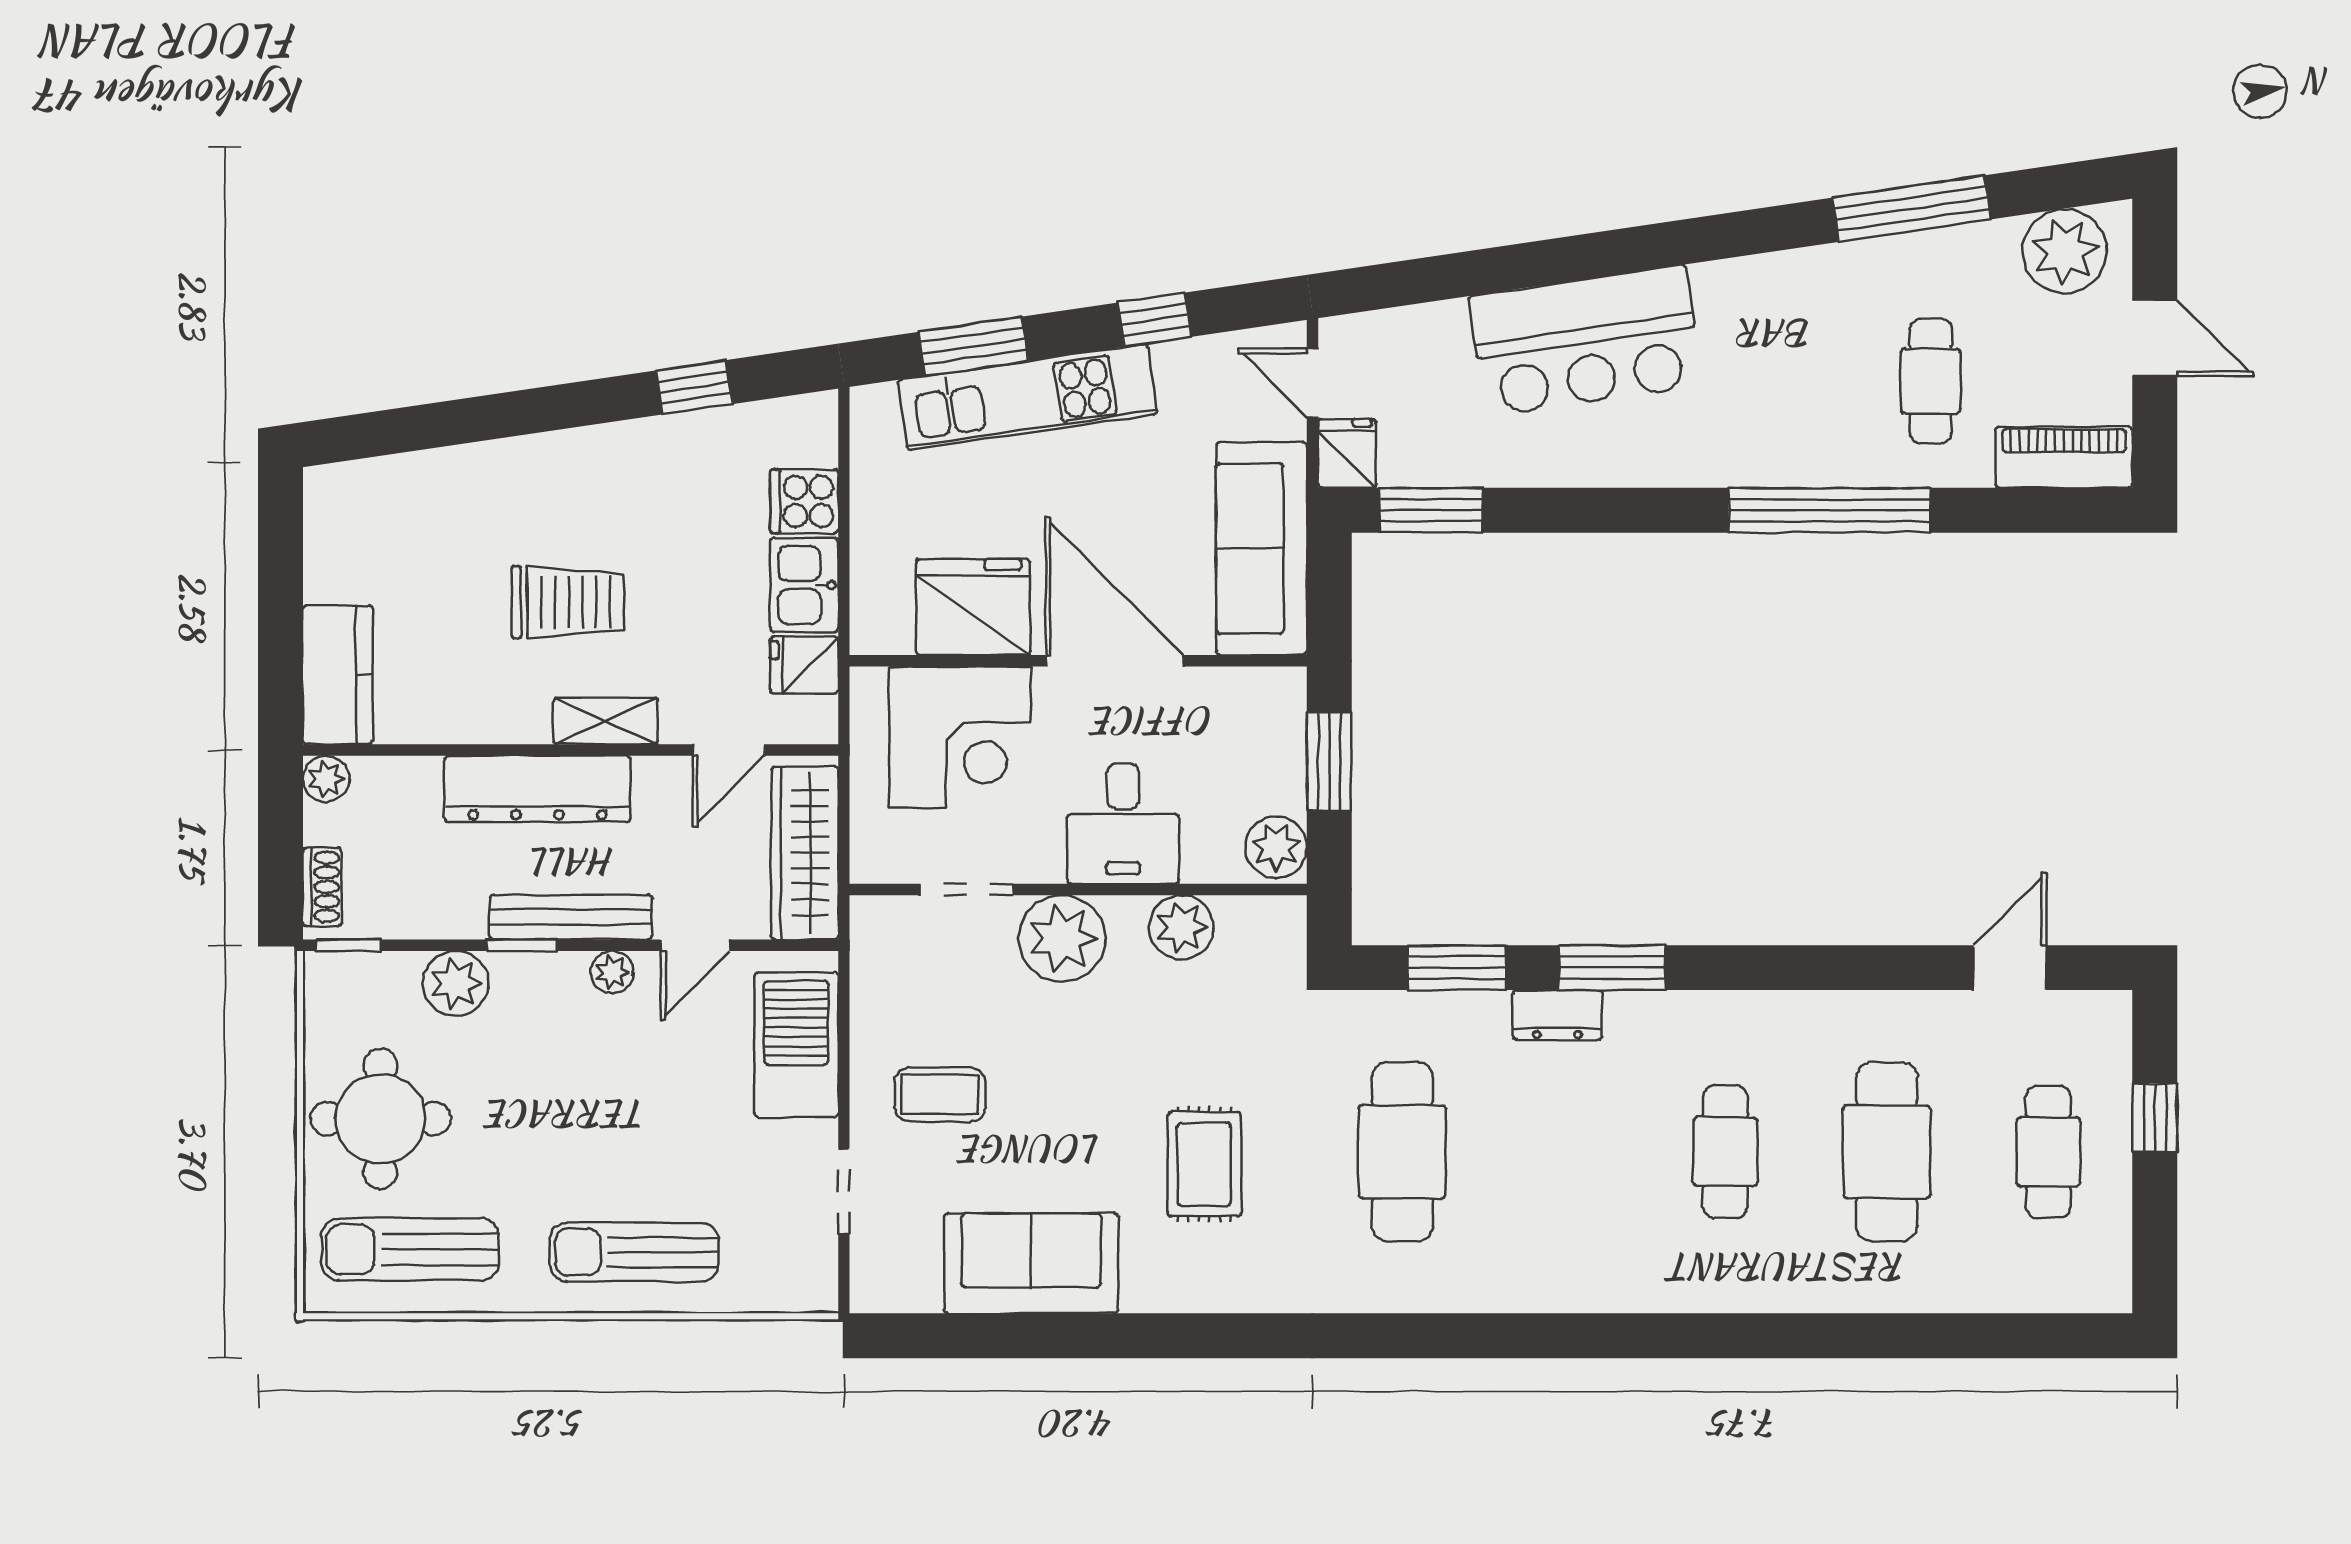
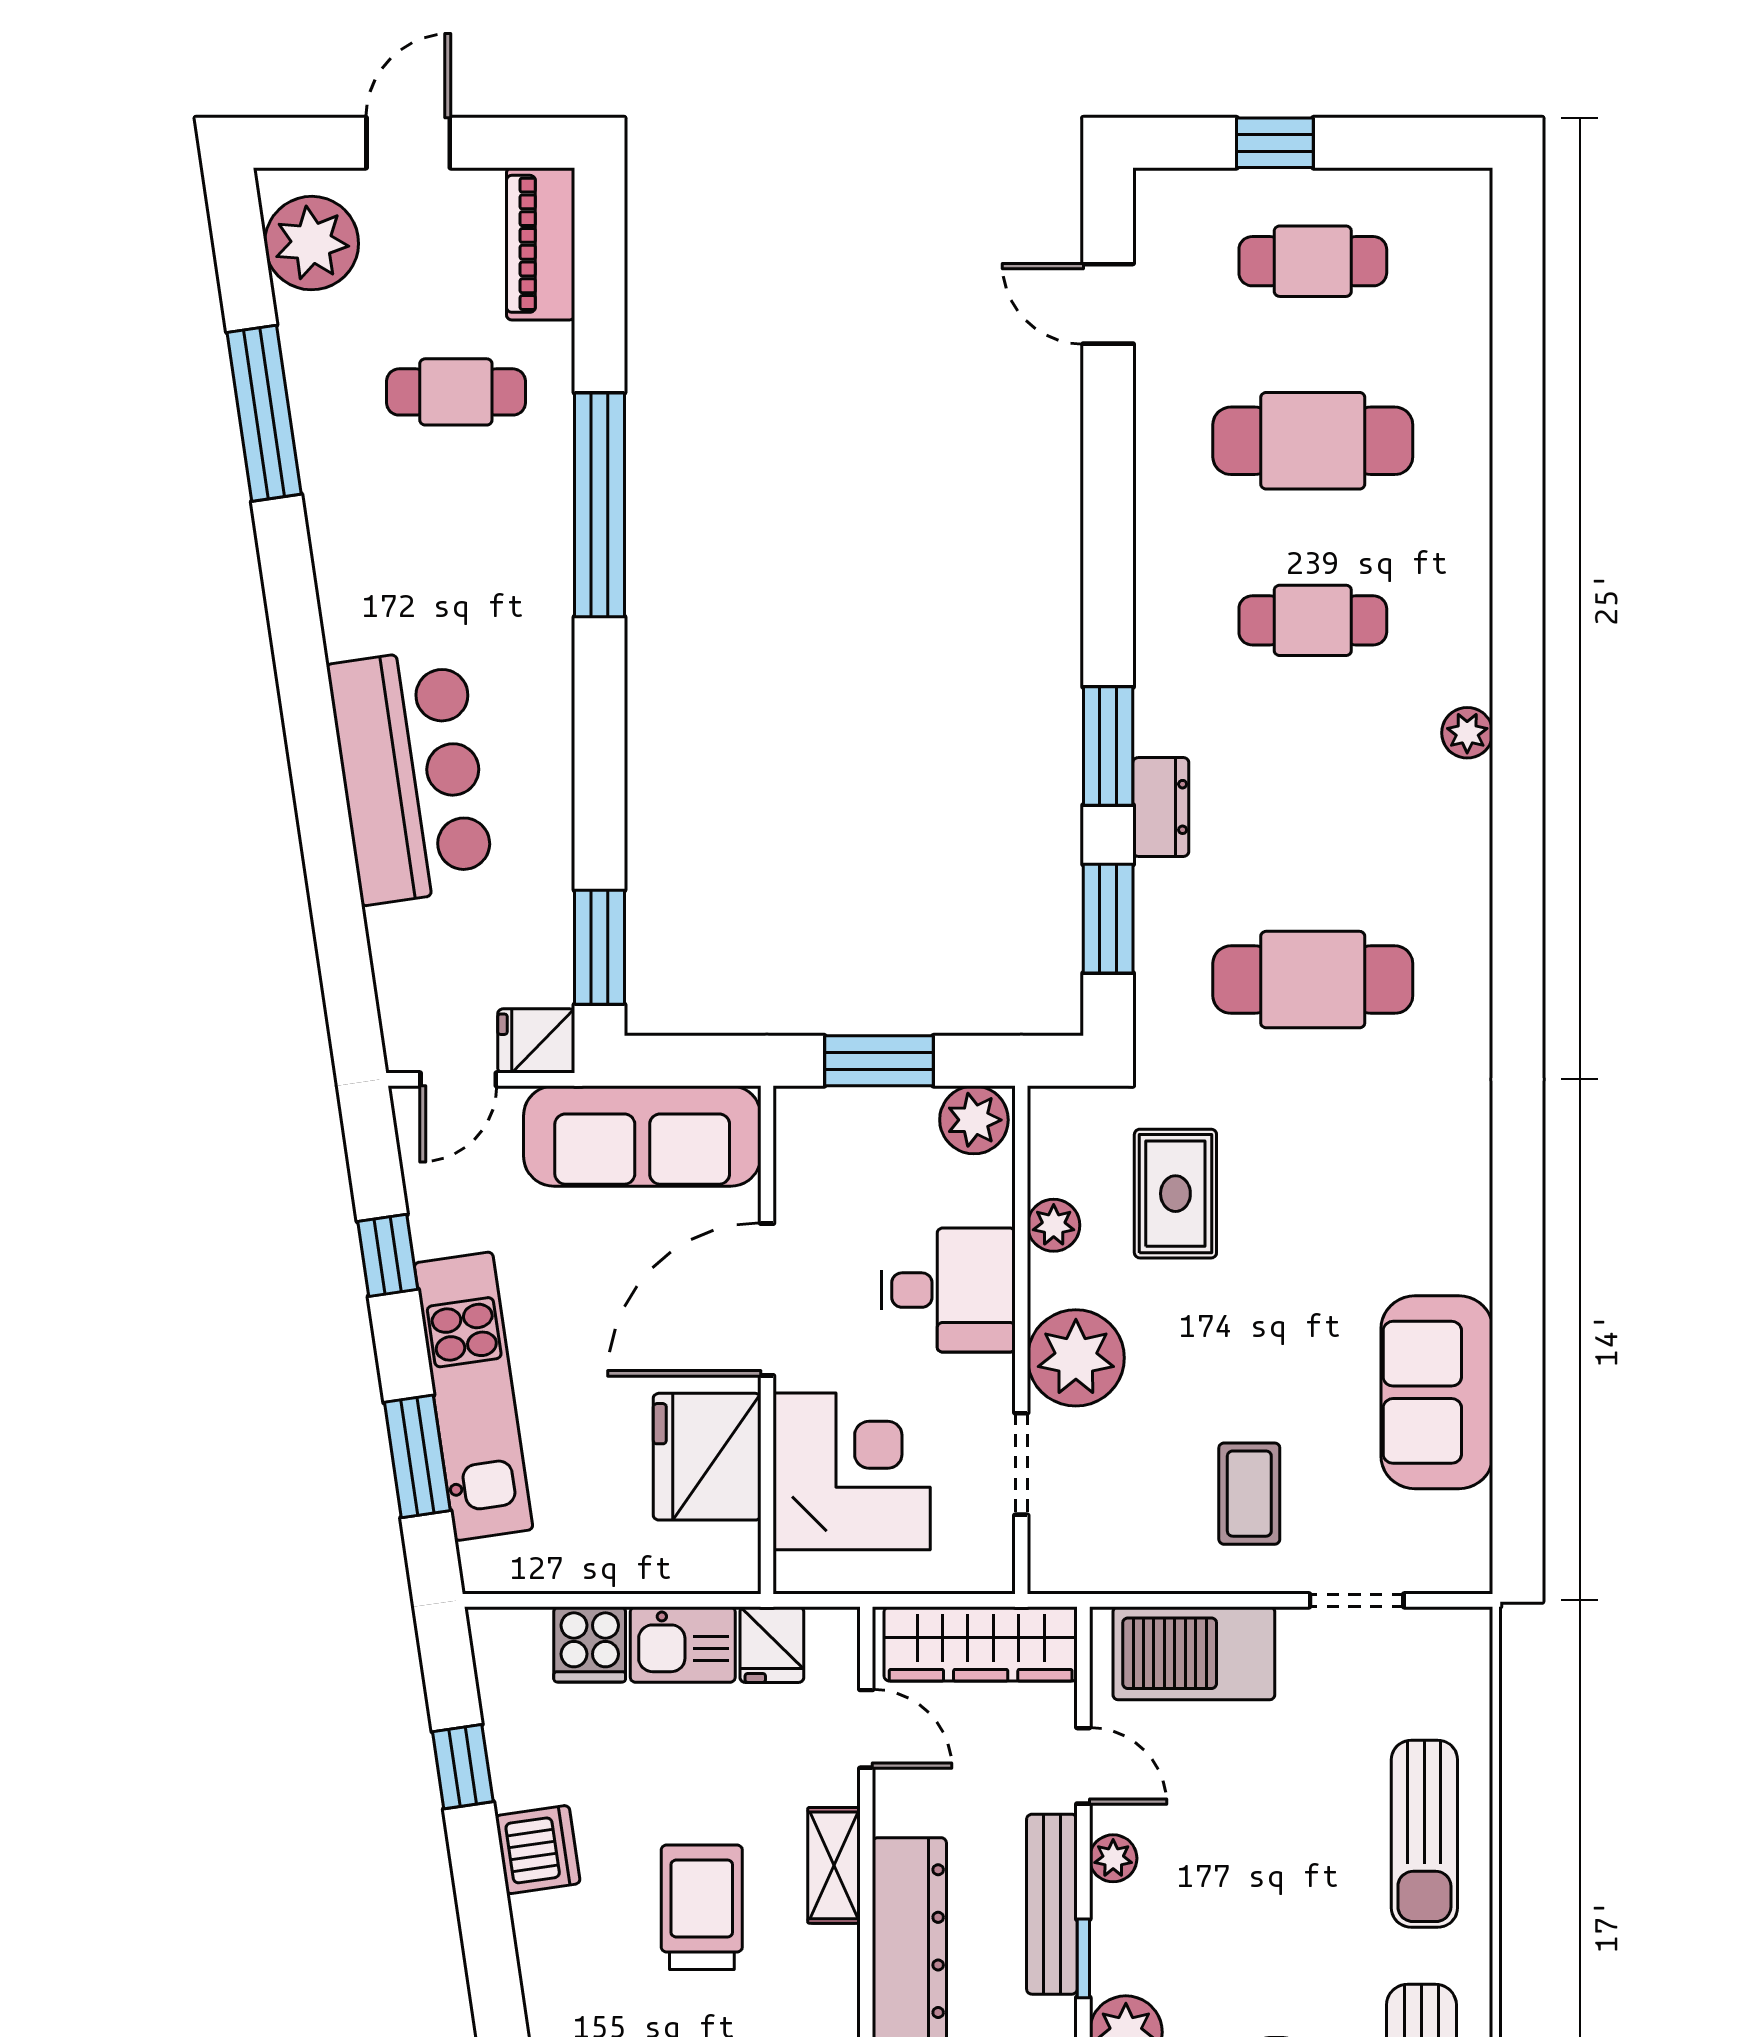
dishwasher: (620, 455) -> (538, 1850), added
plant: (1181, 927) -> (1054, 1225), width x0.73, depth x0.73
rug: (1204, 1164) -> (1175, 1194), moved, turned 90
plant: (1624, 1291) -> (1467, 733), added

